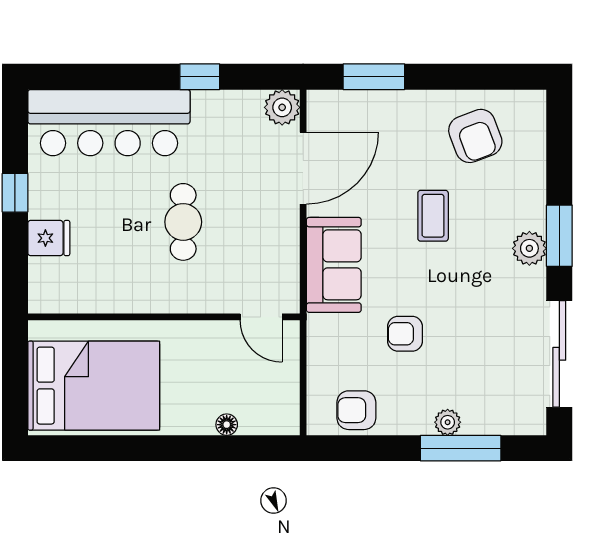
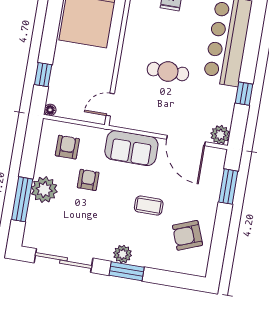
armchair: (356, 410) -> (67, 147), moved
plant: (448, 422) -> (44, 190), width x1.87, depth x1.87
floor lamp: (227, 425) -> (50, 110), moved
window: (227, 448) -> (43, 75), added

